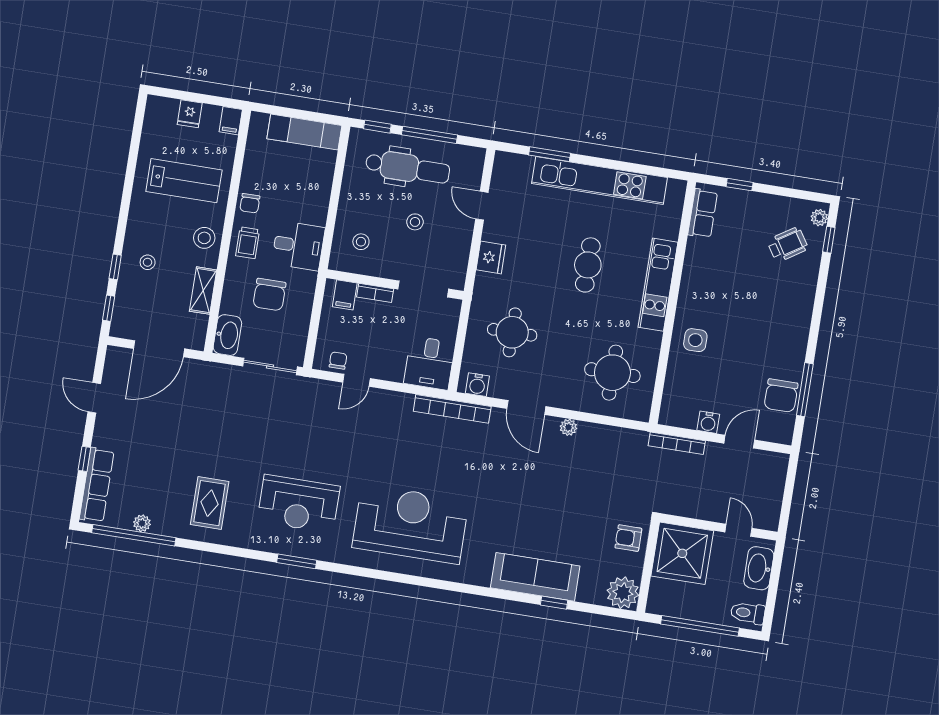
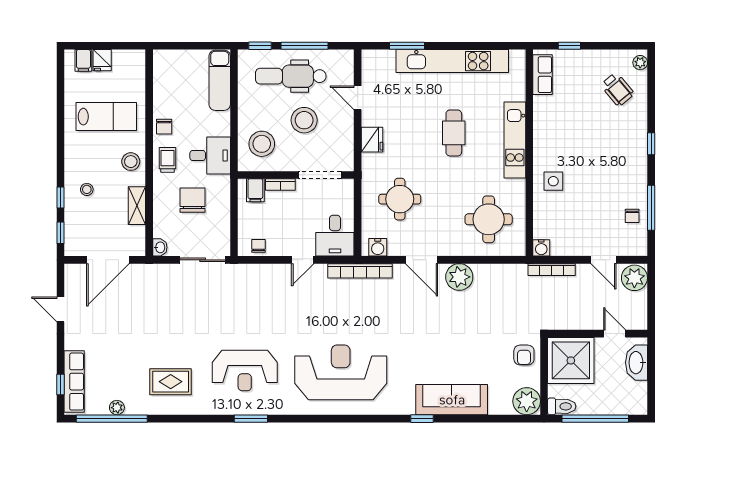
filing cabinet: (231, 121) -> (83, 60), moved
exam couch: (304, 132) -> (220, 80), moved, turned 90
dental chair: (408, 168) -> (291, 76), turned 180
stool: (415, 222) -> (304, 120), width x1.89, depth x1.89
window: (829, 240) -> (651, 144), moved
stool: (361, 242) -> (262, 144), width x1.89, depth x1.89
trolley: (248, 243) -> (168, 160), turned 180
wheelchair: (788, 245) -> (617, 89), turned 83
chair: (269, 295) -> (193, 200), turned 180
washbasin: (227, 335) -> (160, 247), width x0.52, depth x0.69
door: (356, 380) -> (303, 260), moved
chair: (781, 396) -> (632, 216), width x0.54, depth x0.54
water cooler: (708, 422) -> (541, 248), moved
plant: (568, 427) -> (459, 277), width x1.88, depth x1.88
door: (739, 442) -> (603, 260), swing flipped
window: (84, 459) -> (60, 384), moved
plant: (772, 469) -> (634, 278), added
rug: (210, 503) -> (171, 382), turned 90
armchair: (628, 538) -> (524, 355), turned -90
window: (554, 603) -> (422, 419), moved
toilet: (748, 613) -> (562, 406), moved, turned 180

